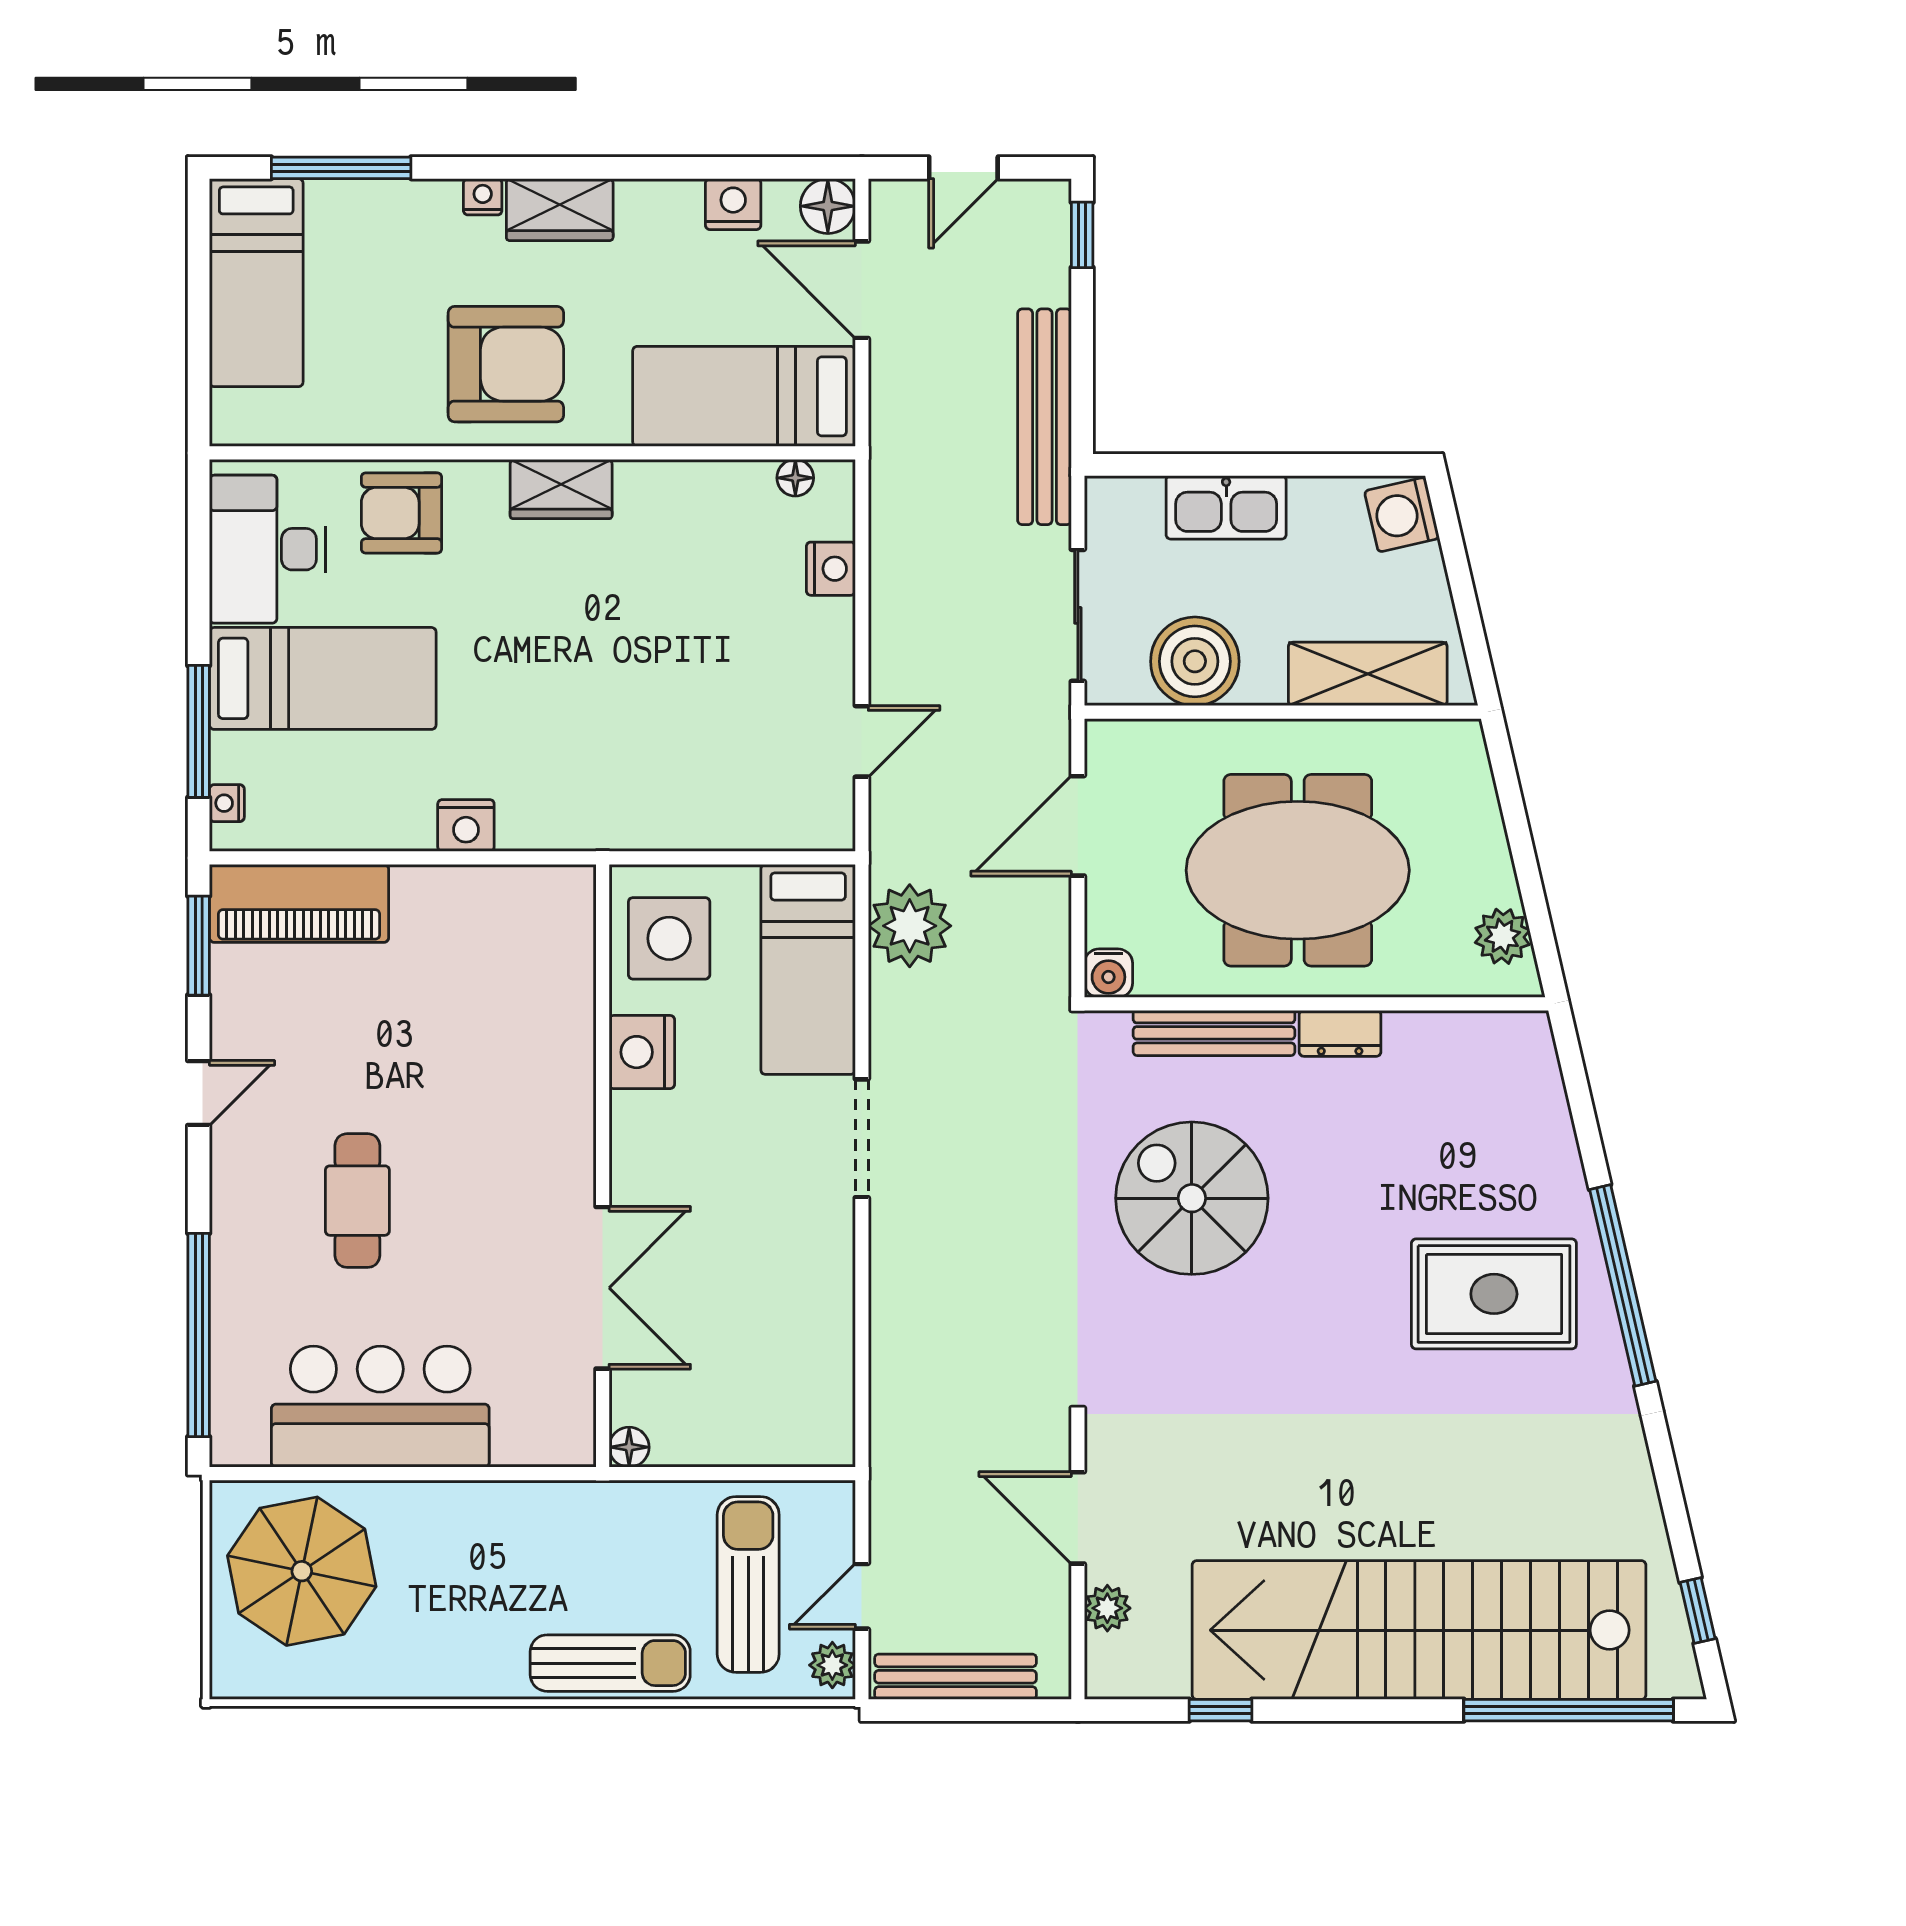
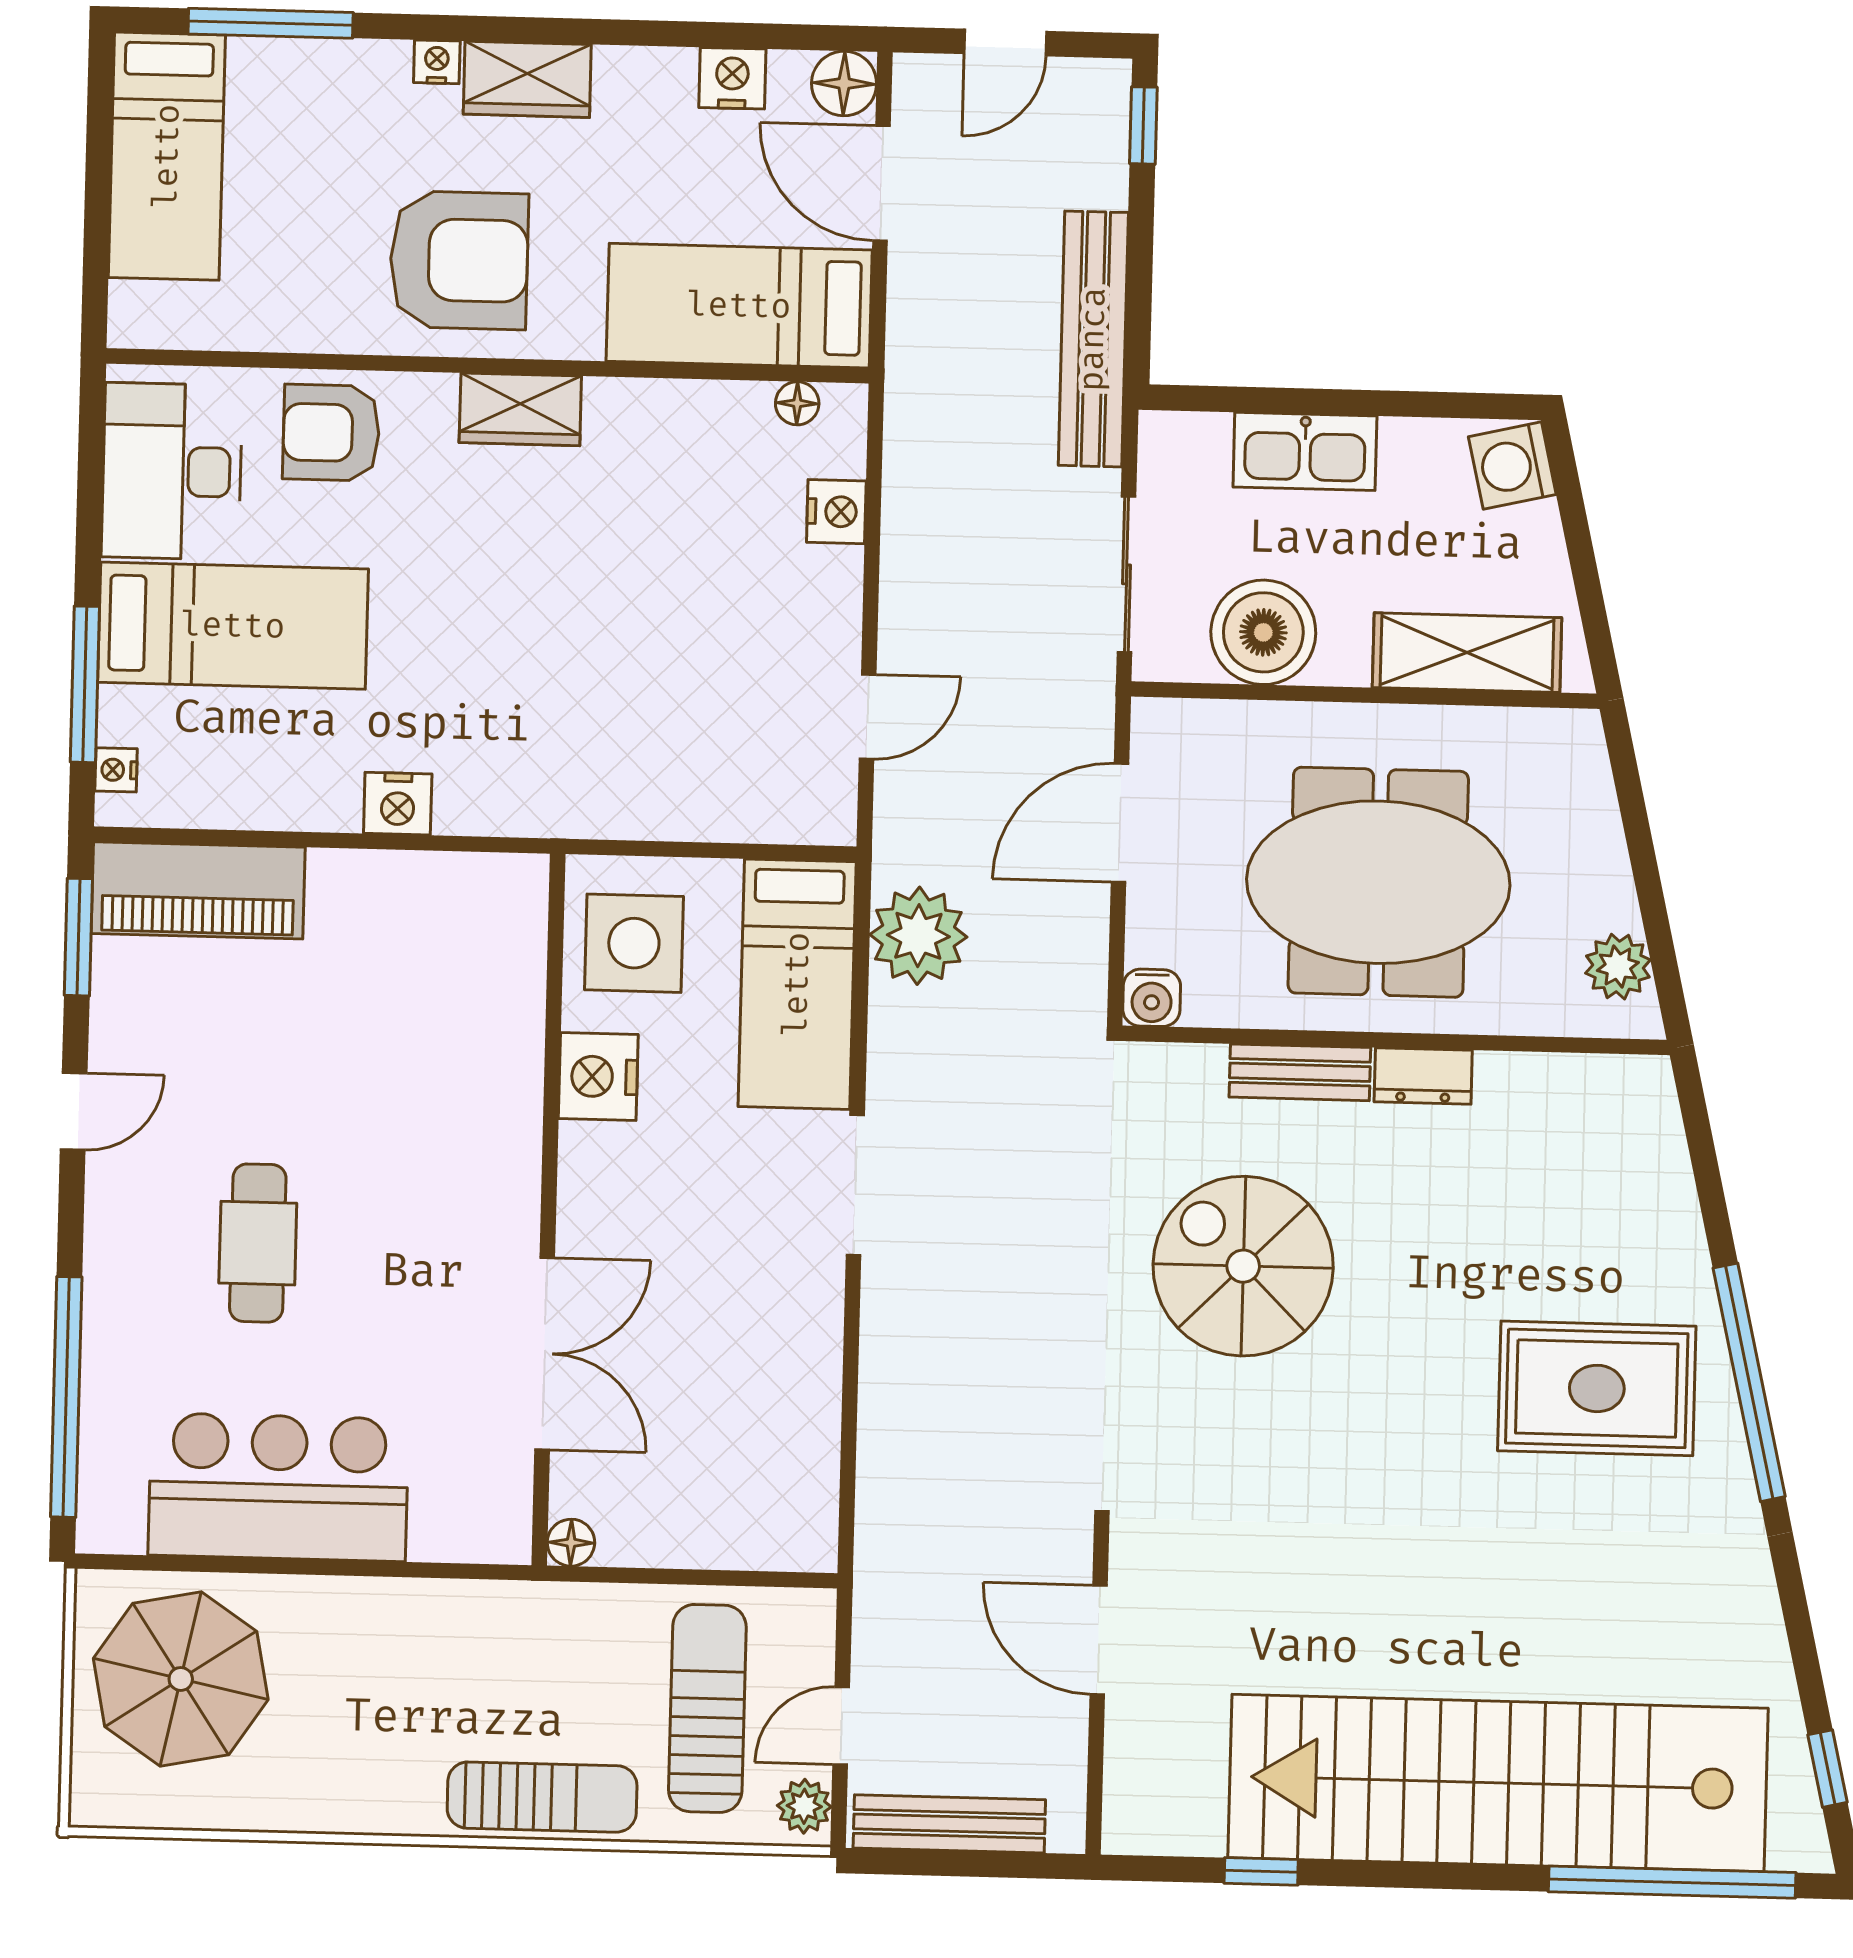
bench: (1214, 1033) -> (1300, 1072), width x0.73
plant: (1107, 1608) -> (1131, 1747), removed

